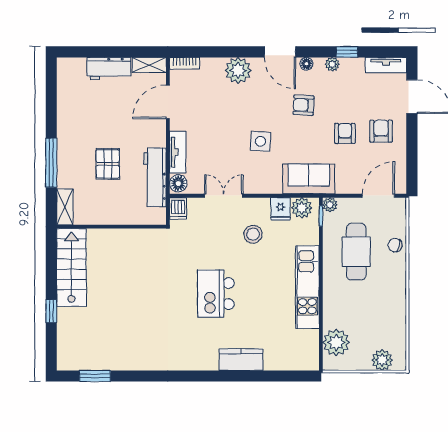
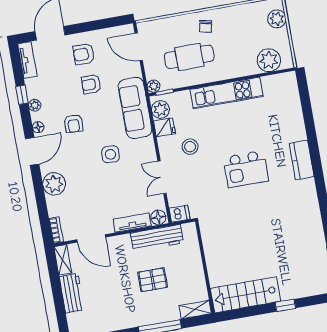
sofa: (309, 179) -> (135, 108), width x1.36
chair: (395, 245) -> (206, 26), moved
kitchen counter: (241, 360) -> (302, 160), moved

